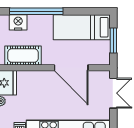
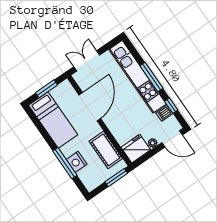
window: (36, 11) -> (65, 163), width x0.68
nightstand: (18, 22) -> (77, 162), moved

